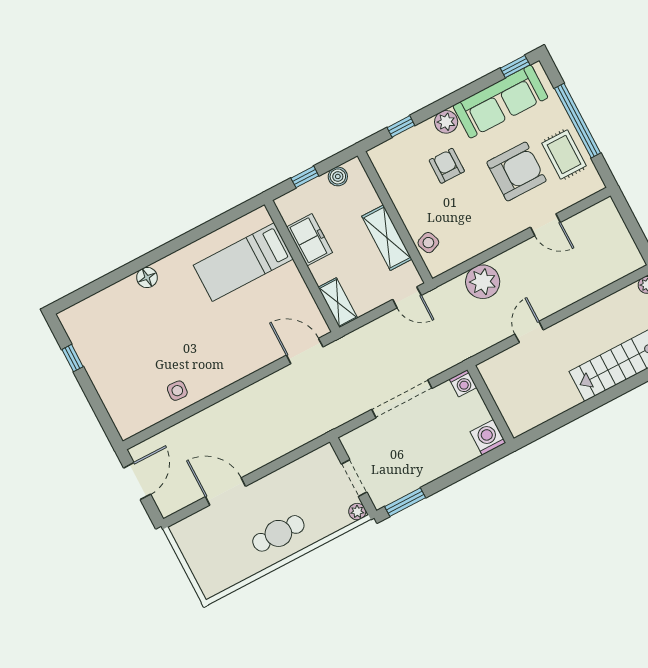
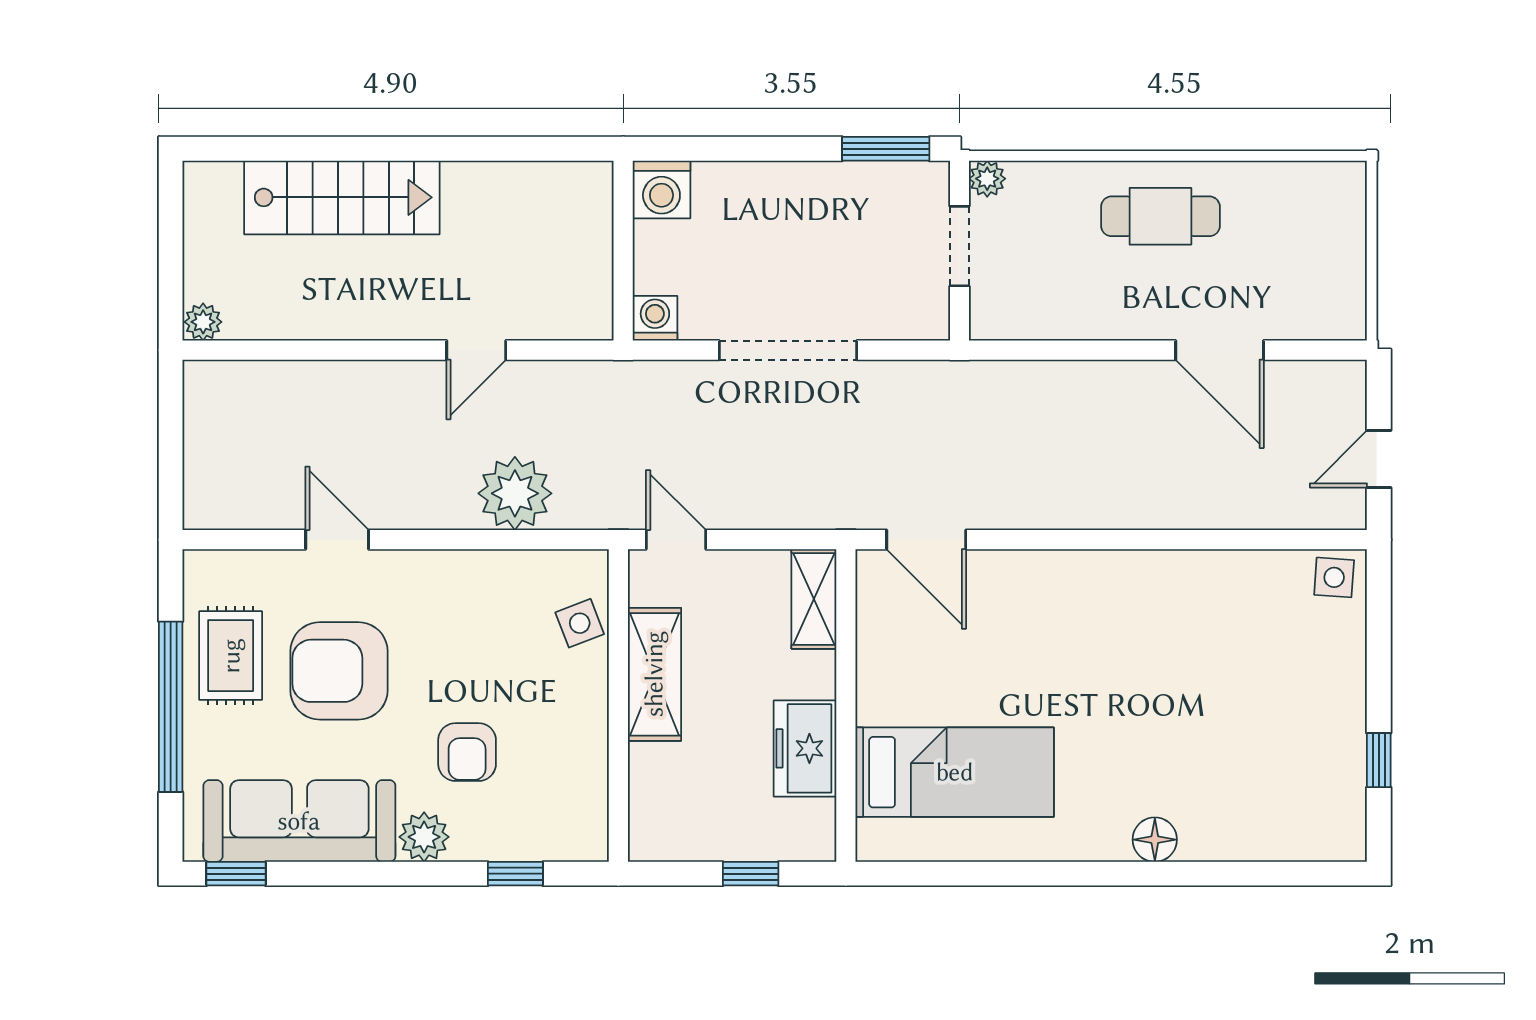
boiler: (338, 176) -> (687, 841), removed
side table: (177, 391) -> (1334, 577), moved
door: (137, 481) -> (1379, 459), width x0.73

